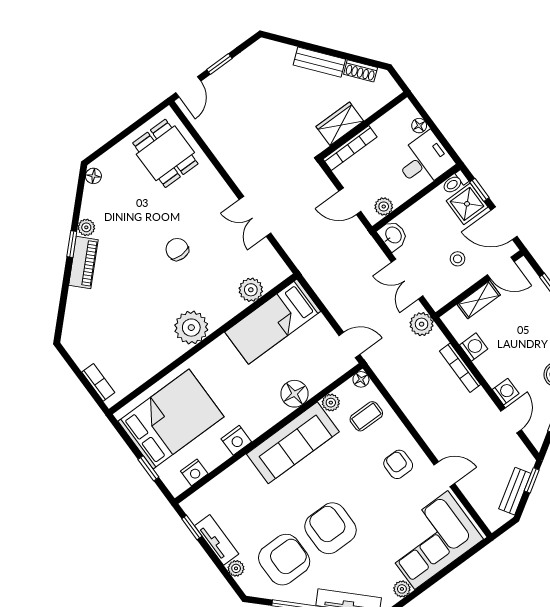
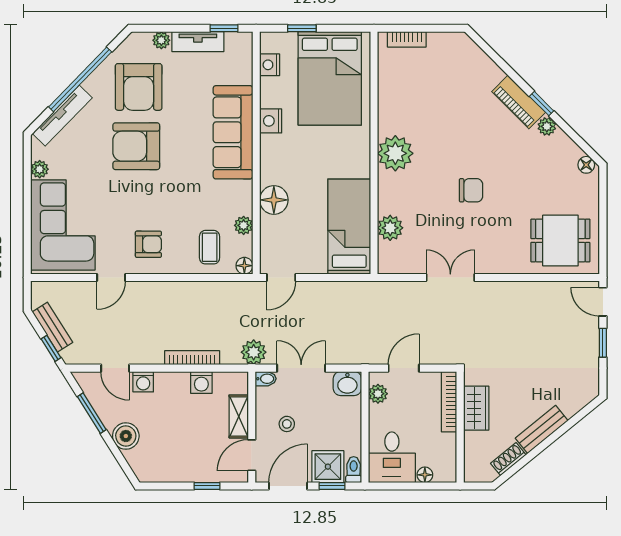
bidet: (435, 300) -> (266, 379), added
sofa: (293, 443) -> (233, 132), moved
armchair: (330, 528) -> (136, 146), turned 180

